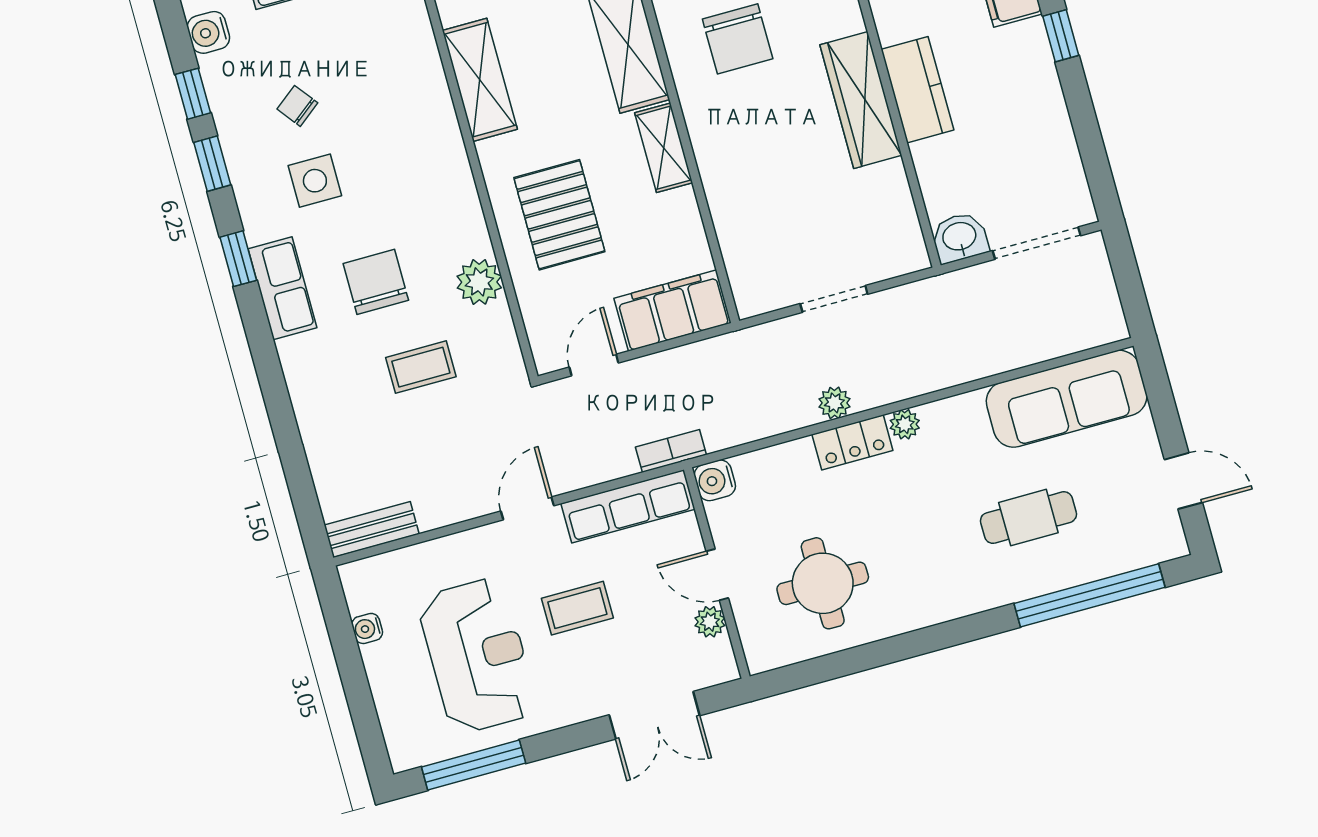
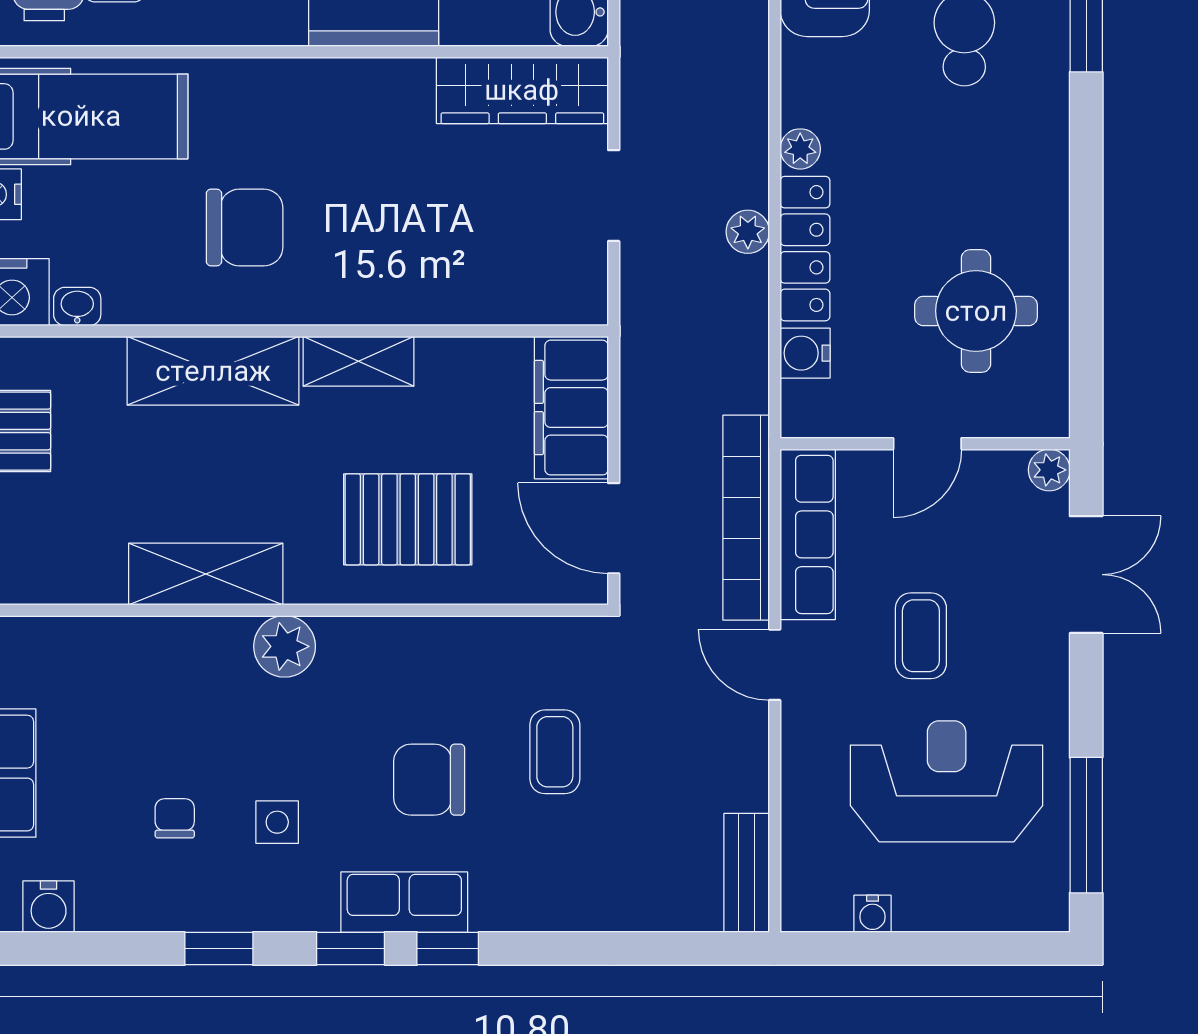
window: (193, 94) -> (448, 948), moved
wardrobe: (861, 100) -> (522, 90), moved
chair: (297, 106) -> (175, 818), turned 128
side table: (315, 181) -> (277, 822), width x0.73, depth x0.73
plant: (479, 282) -> (285, 646), moved
door: (594, 365) -> (614, 528), width x1.38
locker: (852, 442) -> (805, 249), width x1.53
bookcase: (671, 451) -> (746, 518), width x2.31, depth x1.31
water cooler: (715, 480) -> (805, 353), moved, turned 90
plant: (710, 622) -> (1049, 470), moved

